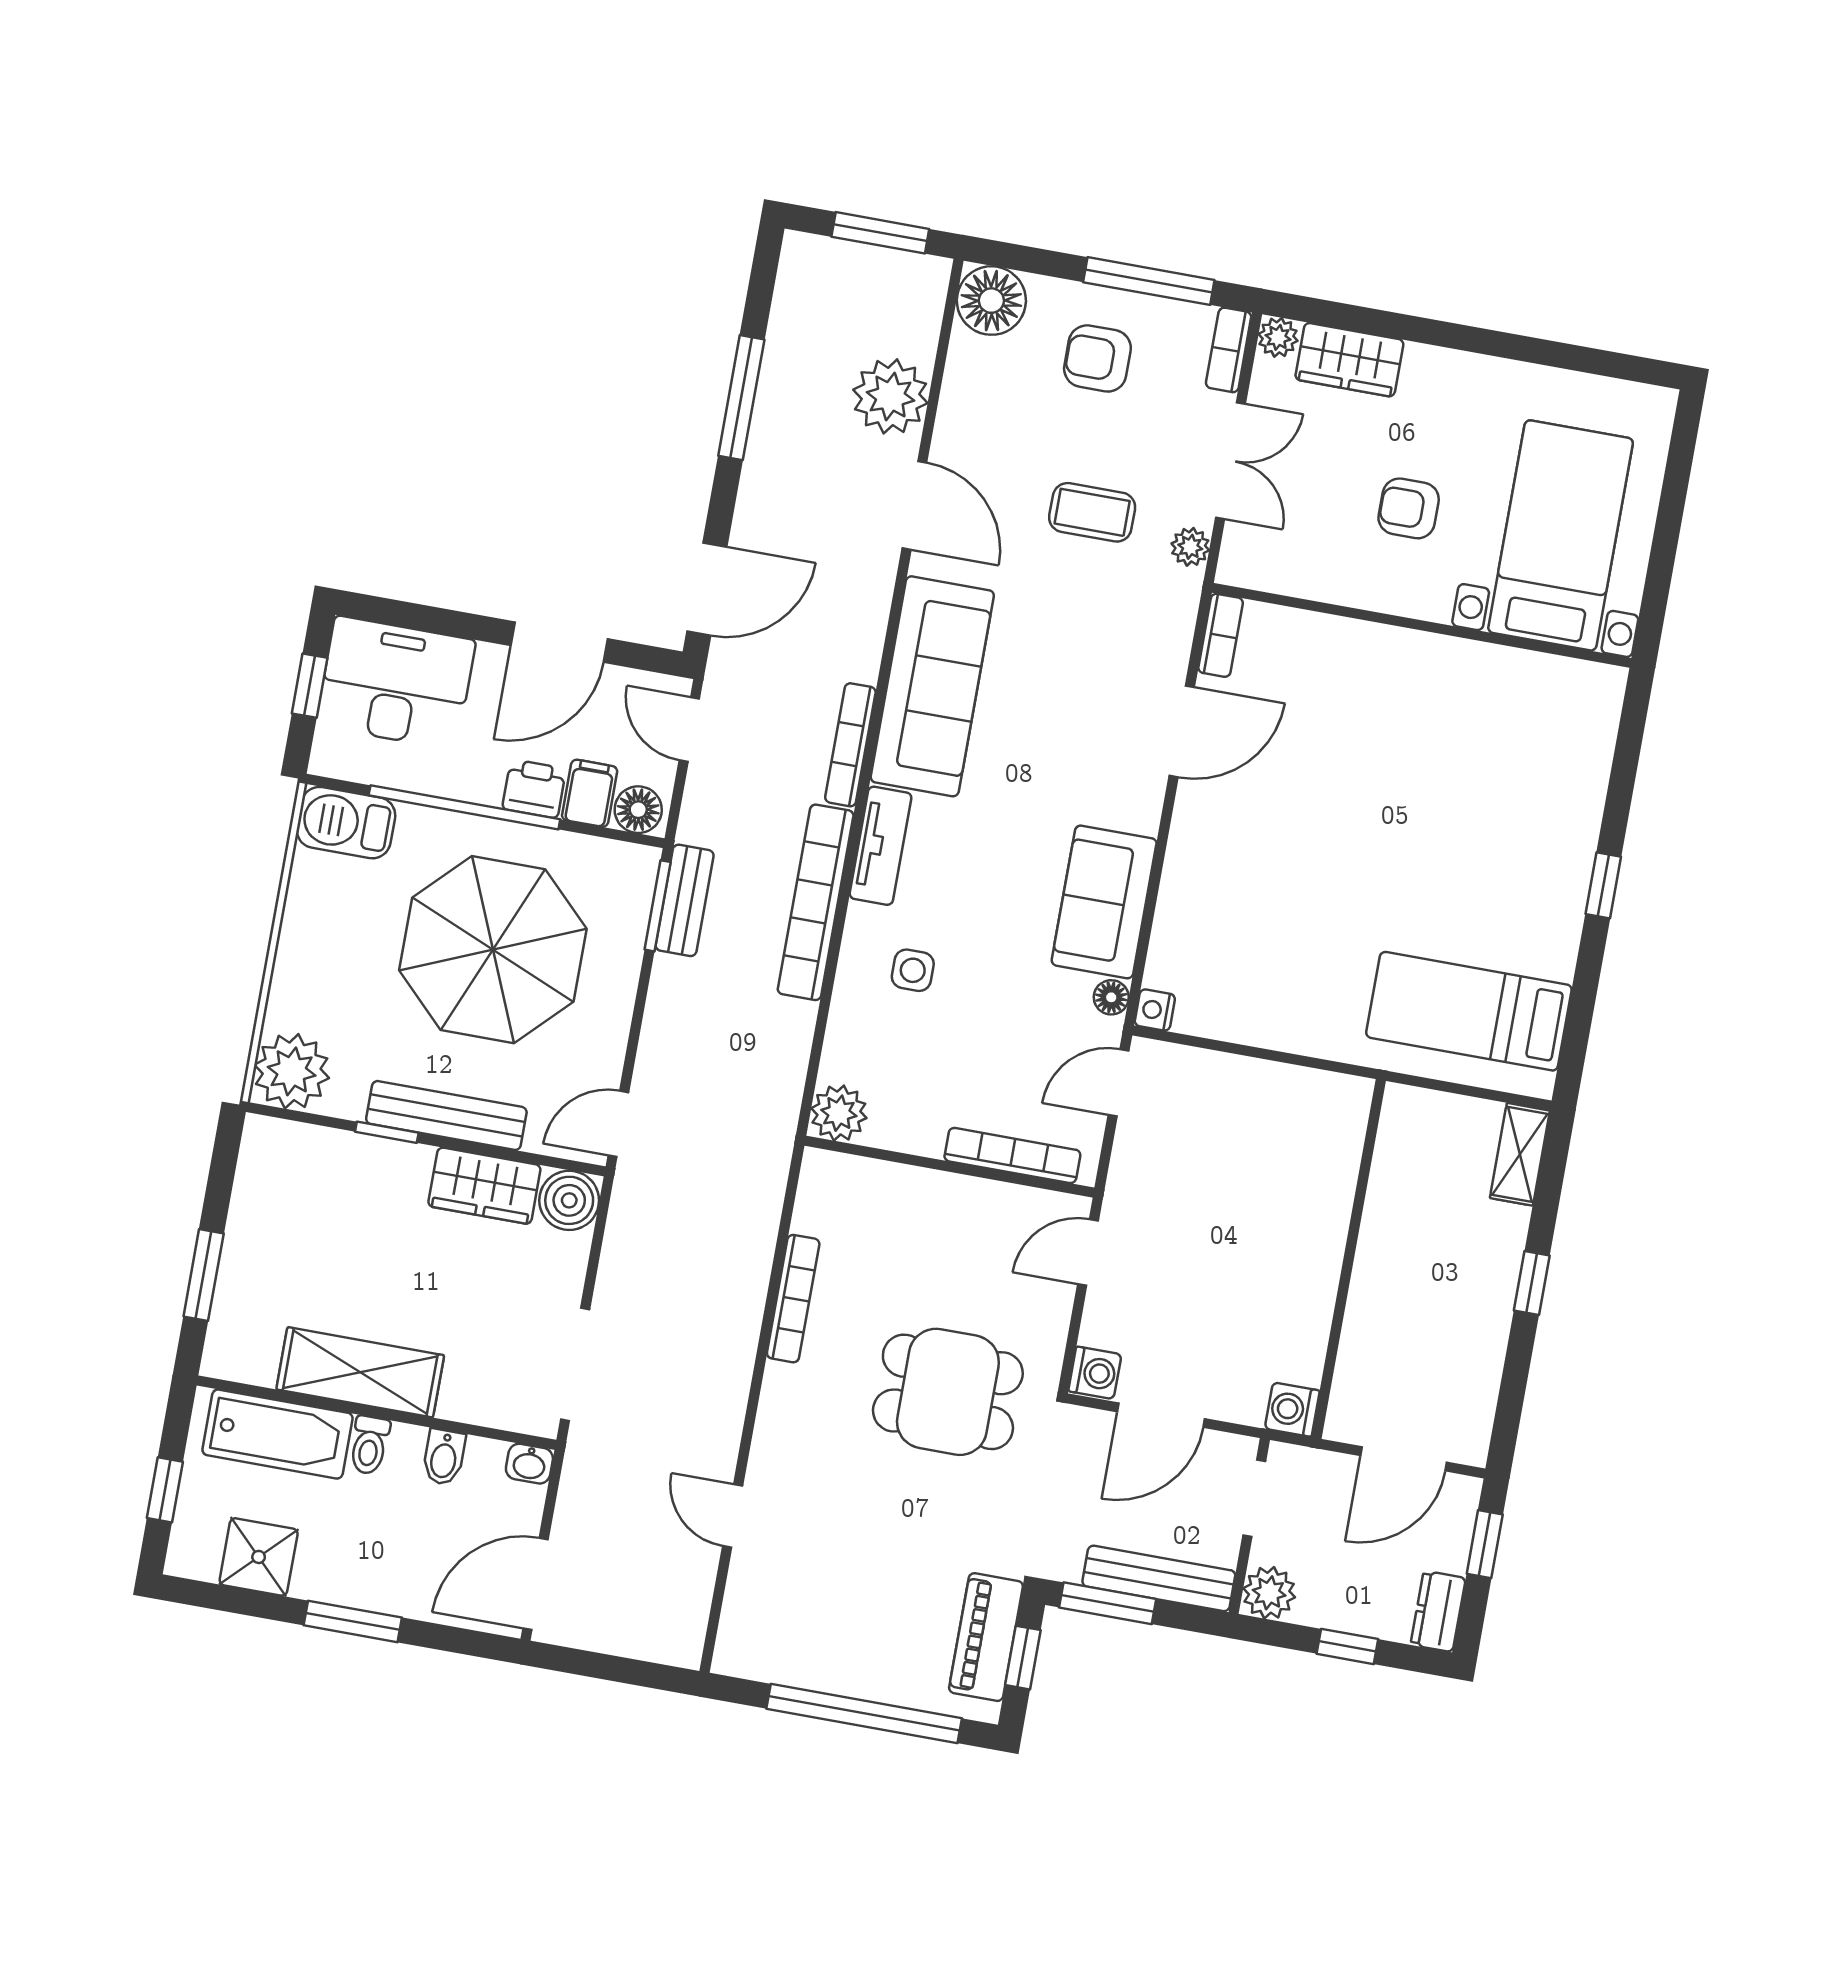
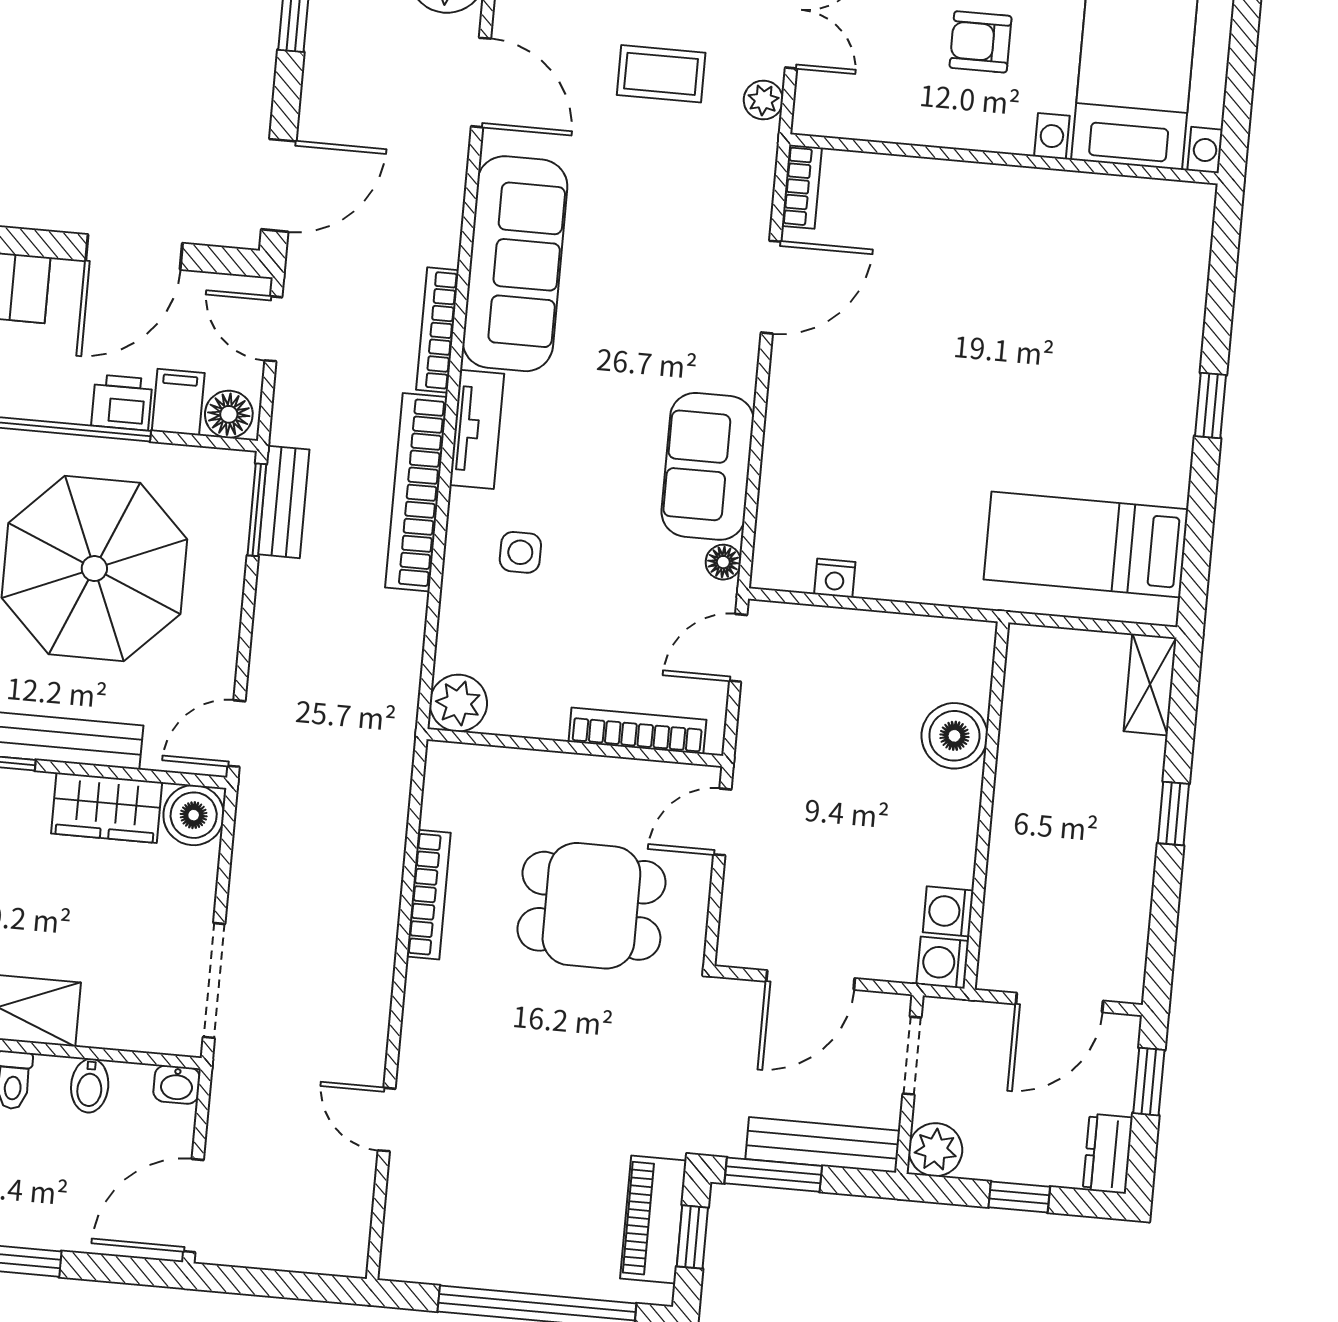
nightstand: (1155, 1010) -> (835, 578), moved, turned -90
boiler: (1323, 1188) -> (954, 736), added
washing machine: (1095, 1373) -> (948, 911), moved, turned 180
dining table: (948, 1392) -> (591, 906), moved

